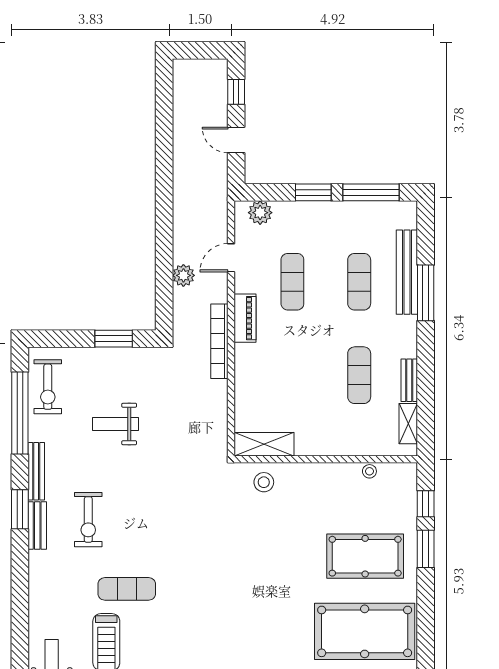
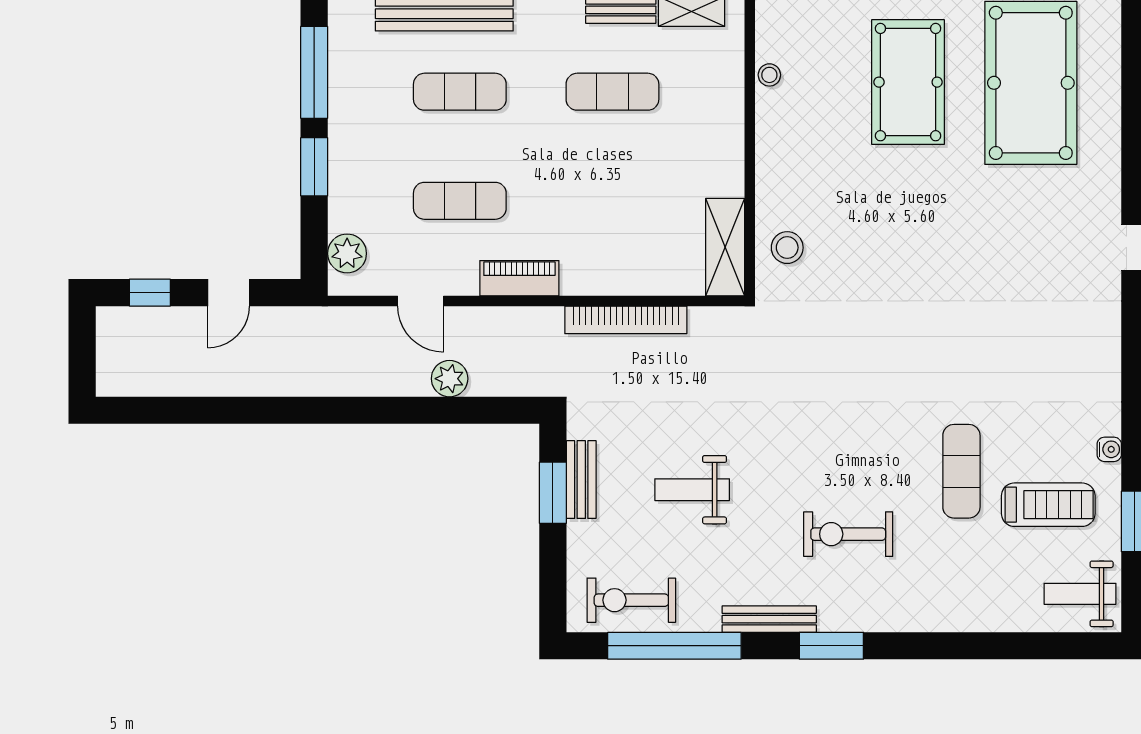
bookcase: (219, 341) -> (626, 320), moved
exercise bike: (48, 387) -> (631, 600), turned 180
weight bench: (115, 424) -> (692, 490), turned 90
exercise bike: (88, 520) -> (848, 534), turned 180
bench: (37, 525) -> (581, 480), moved, turned 90

